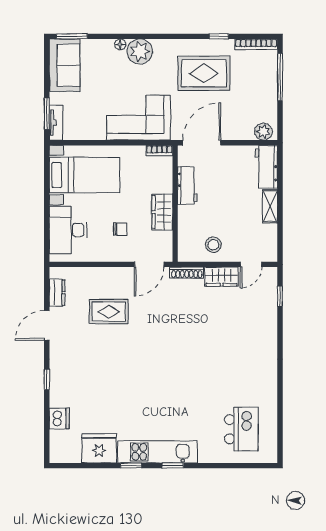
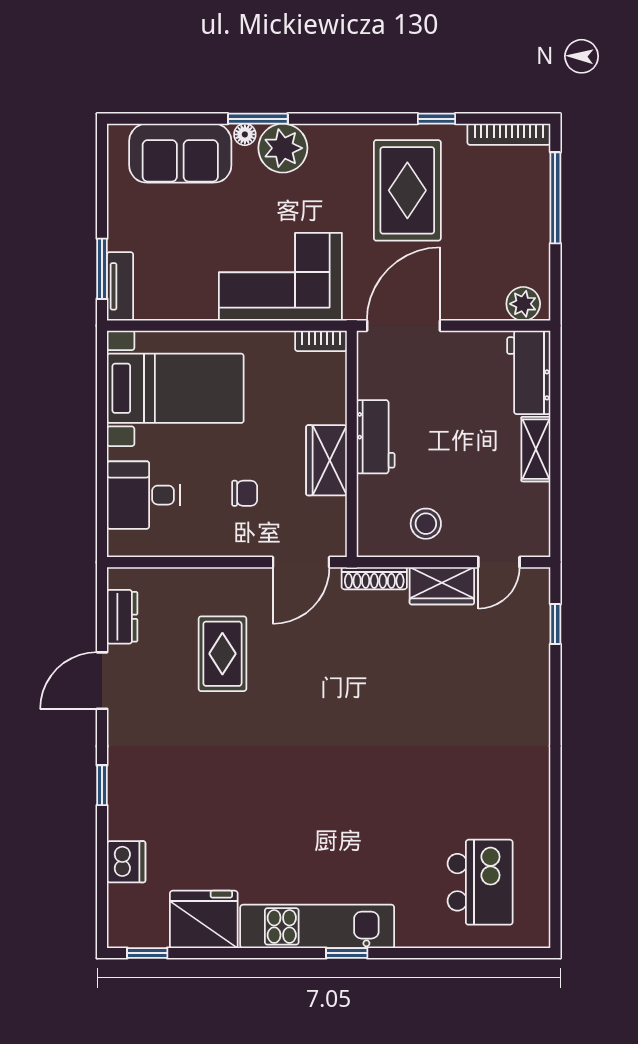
window: (72, 36) -> (258, 119), moved
sofa: (65, 65) -> (180, 153), moved, turned 90
rug: (204, 73) -> (407, 190), turned 90
workbench: (188, 185) -> (376, 437), moved
desk: (68, 230) -> (143, 495), width x0.73
rug: (109, 312) -> (222, 654), turned 90
window: (131, 466) -> (147, 953), moved

